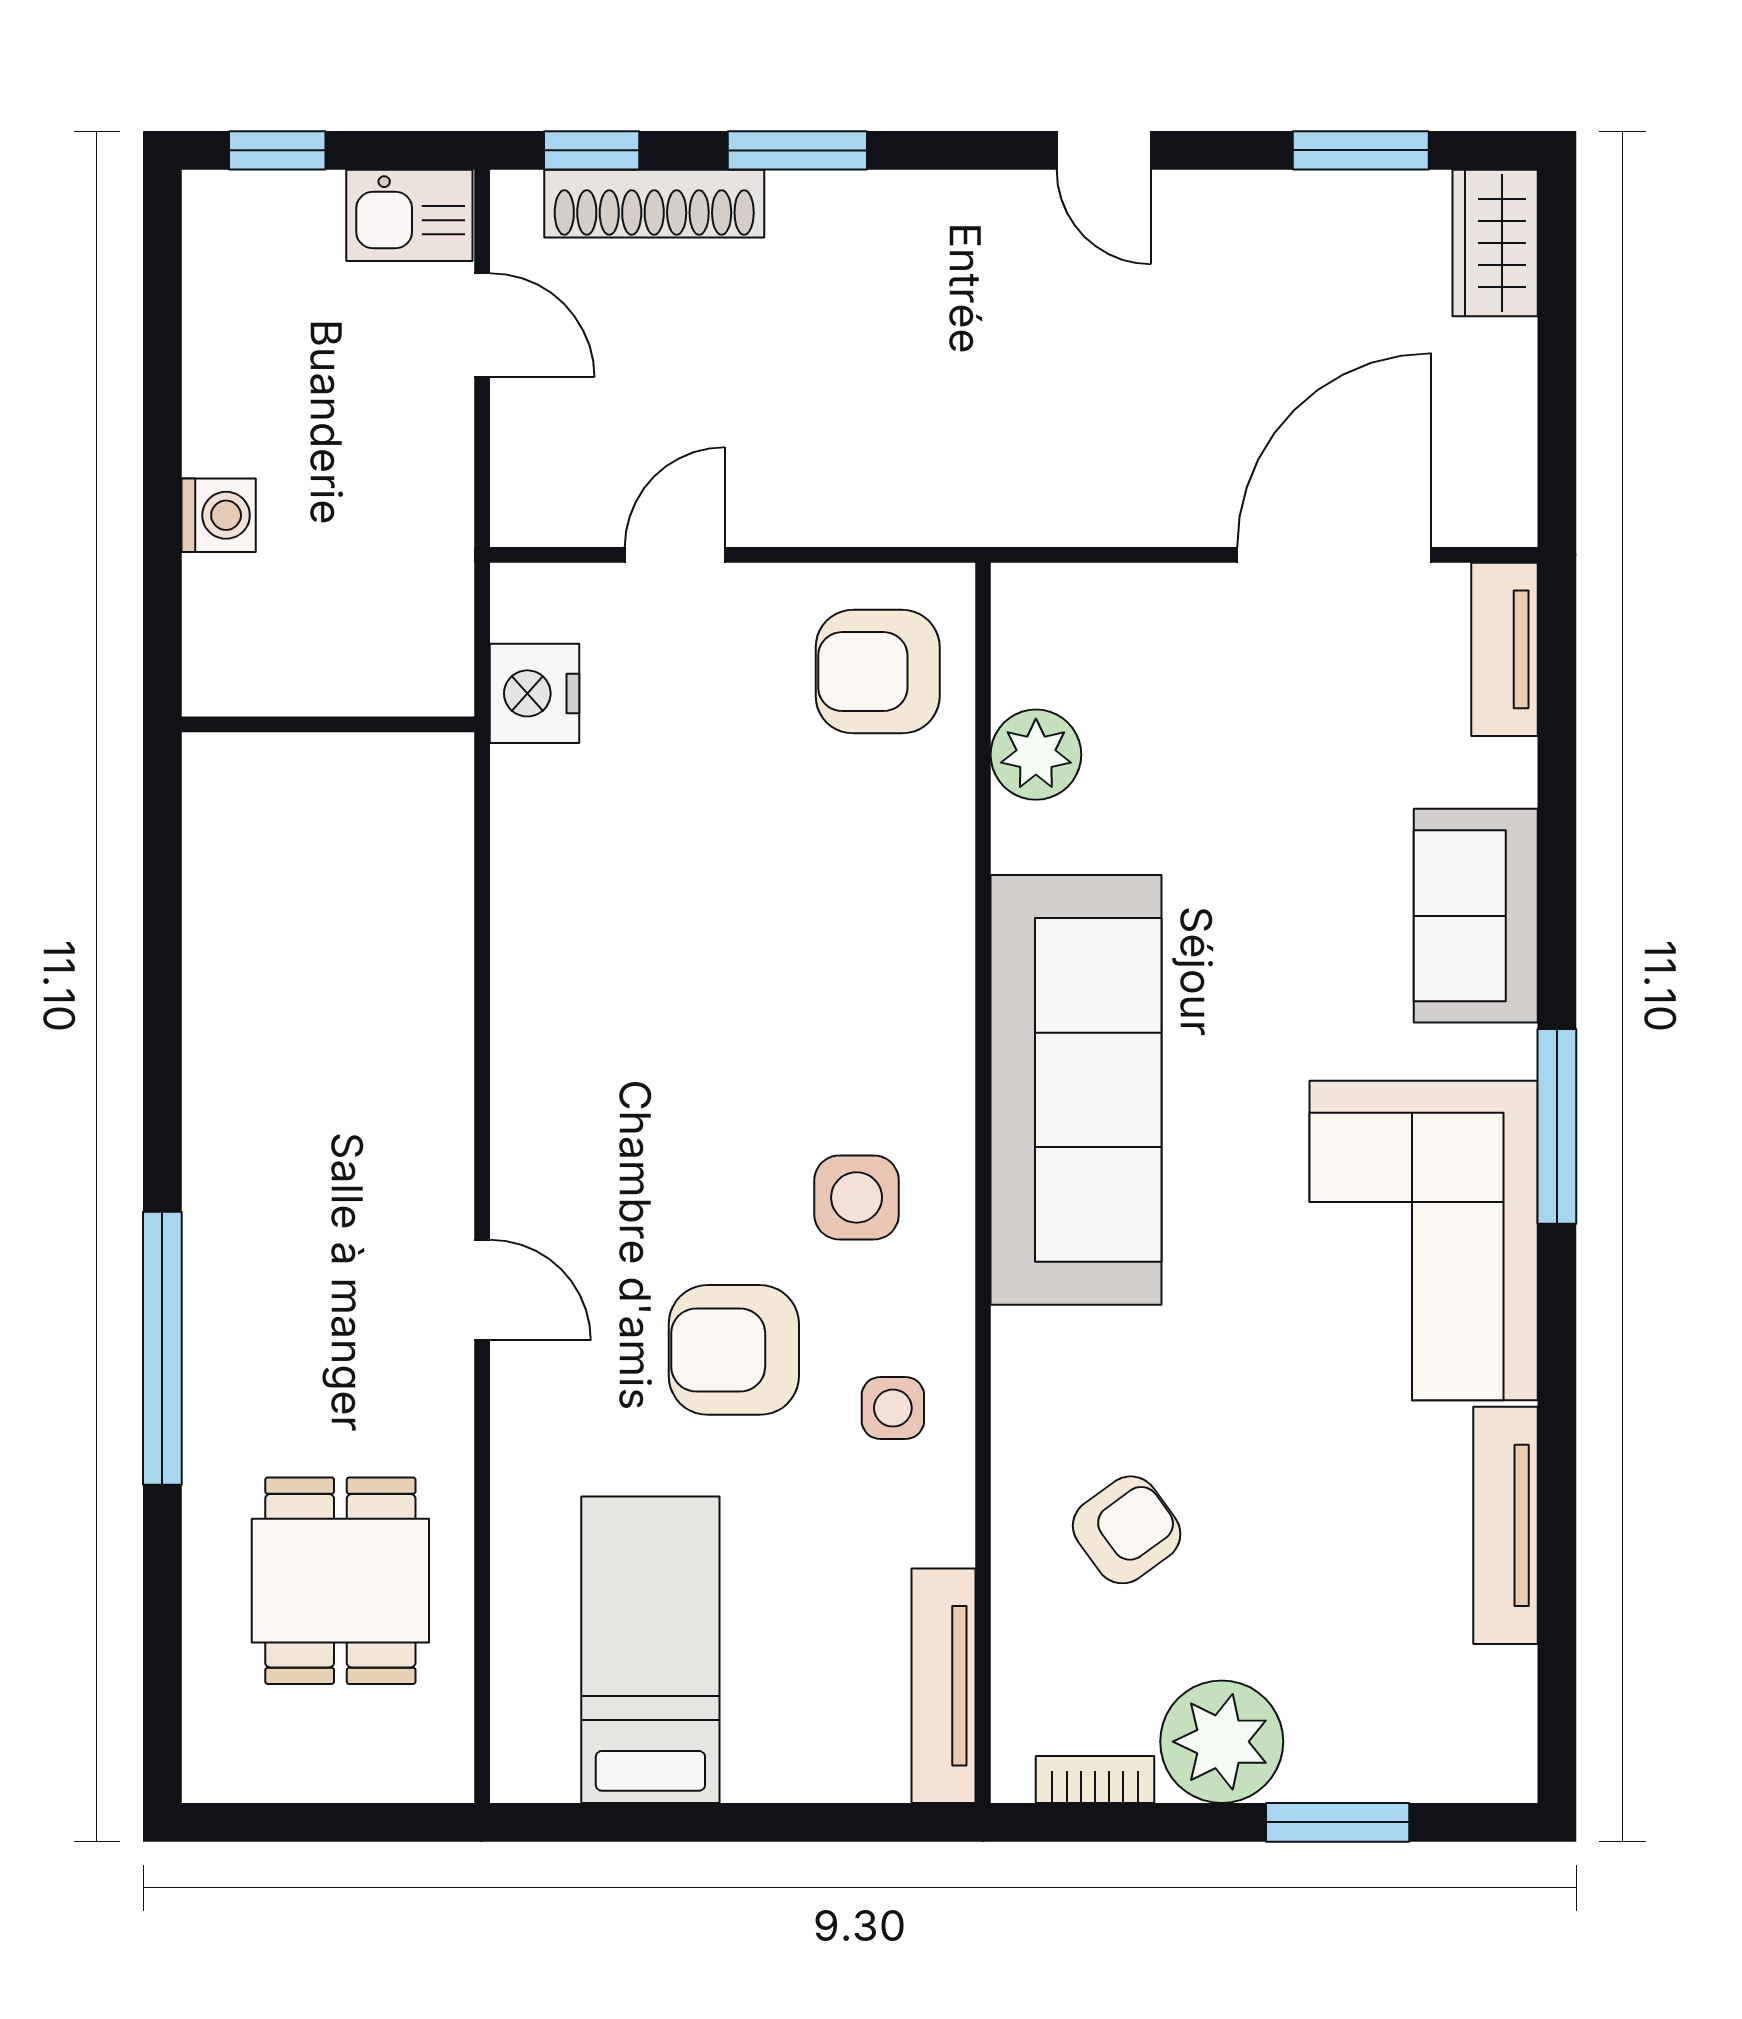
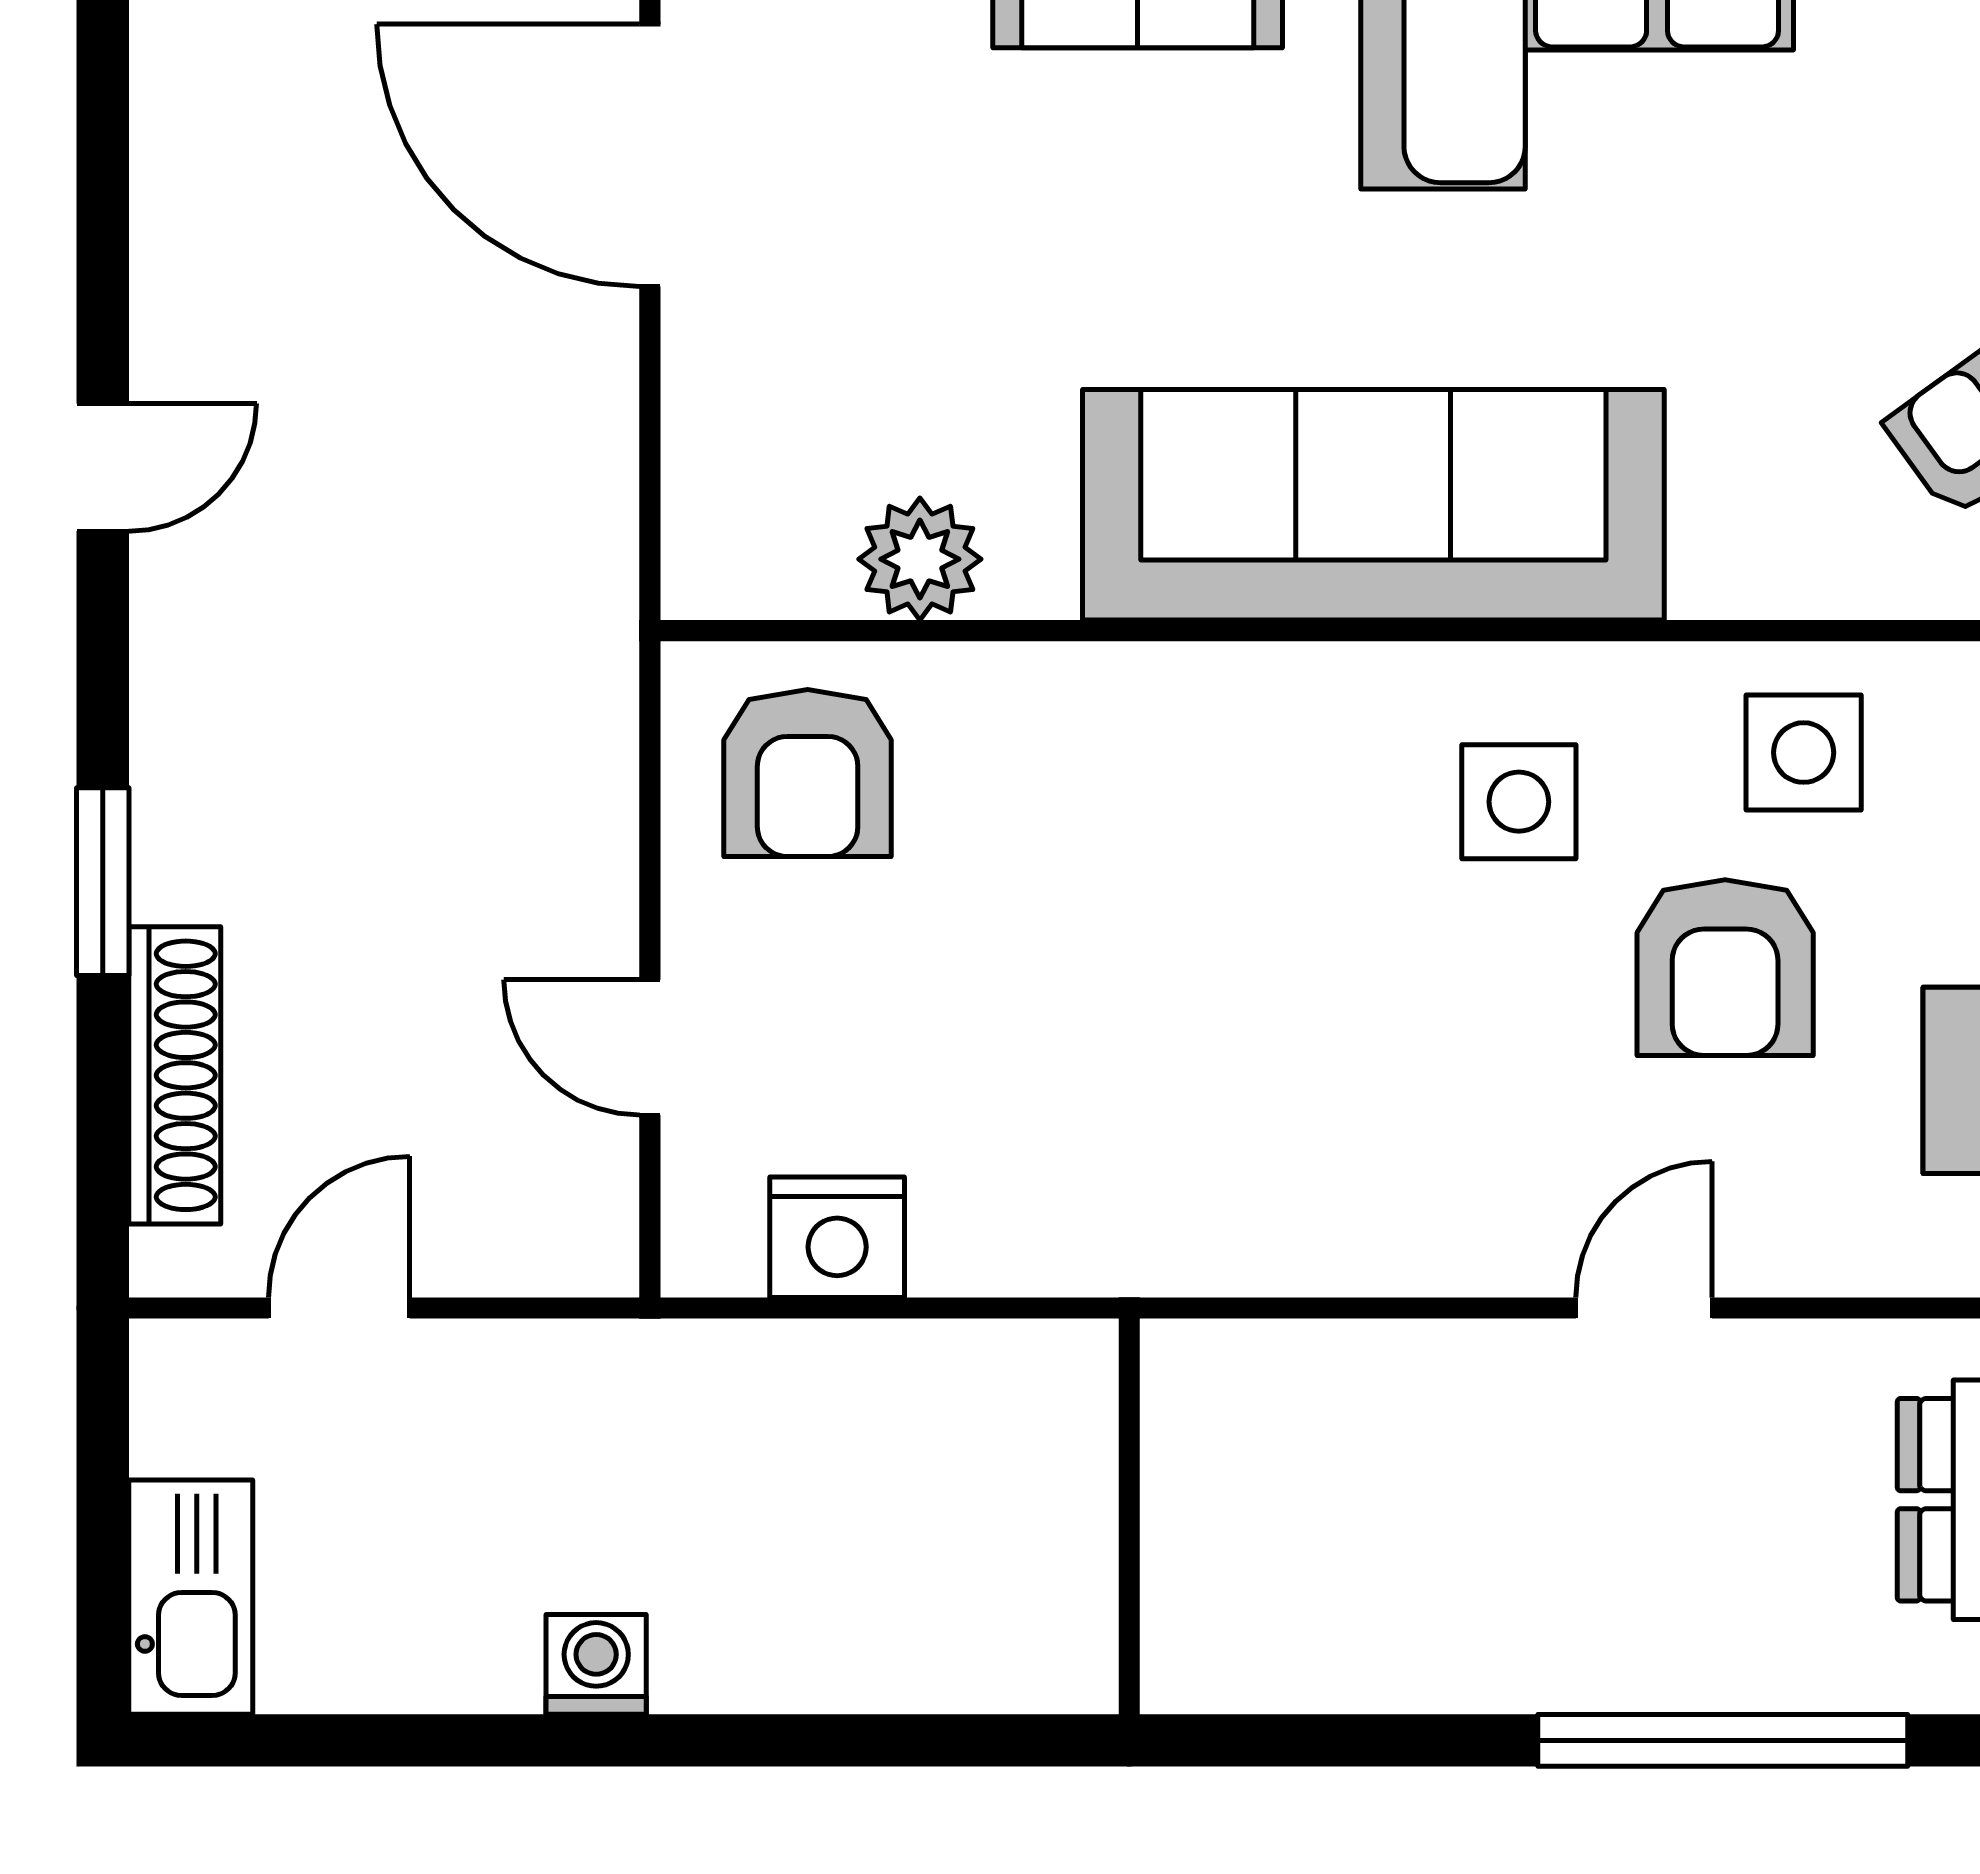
window: (277, 150) -> (103, 1585), removed
window: (592, 150) -> (103, 1160), removed
window: (1361, 150) -> (103, 120), removed
kitchen sink: (409, 215) -> (191, 1597), moved, width x1.38
wall: (328, 724) -> (1129, 1516), moved
side table: (893, 1408) -> (1804, 753), width x1.37, depth x1.37

